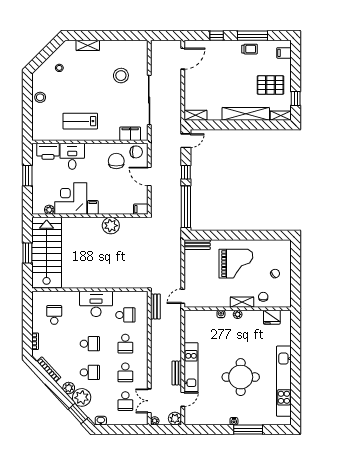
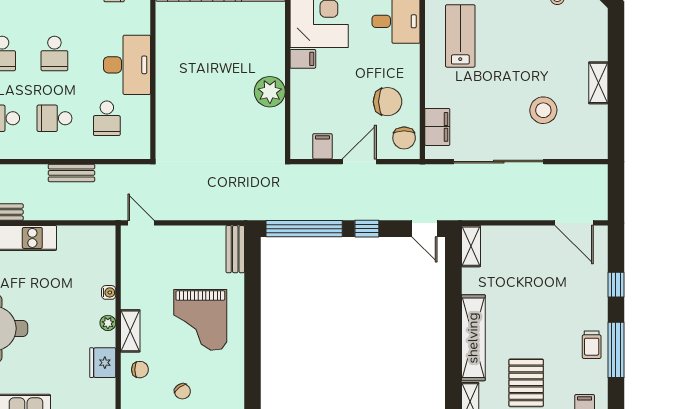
shelving: (88, 45) -> (598, 83), moved
filing cabinet: (141, 209) -> (323, 146), moved
bench: (155, 306) -> (71, 173), moved
fridge: (272, 317) -> (103, 363), moved

